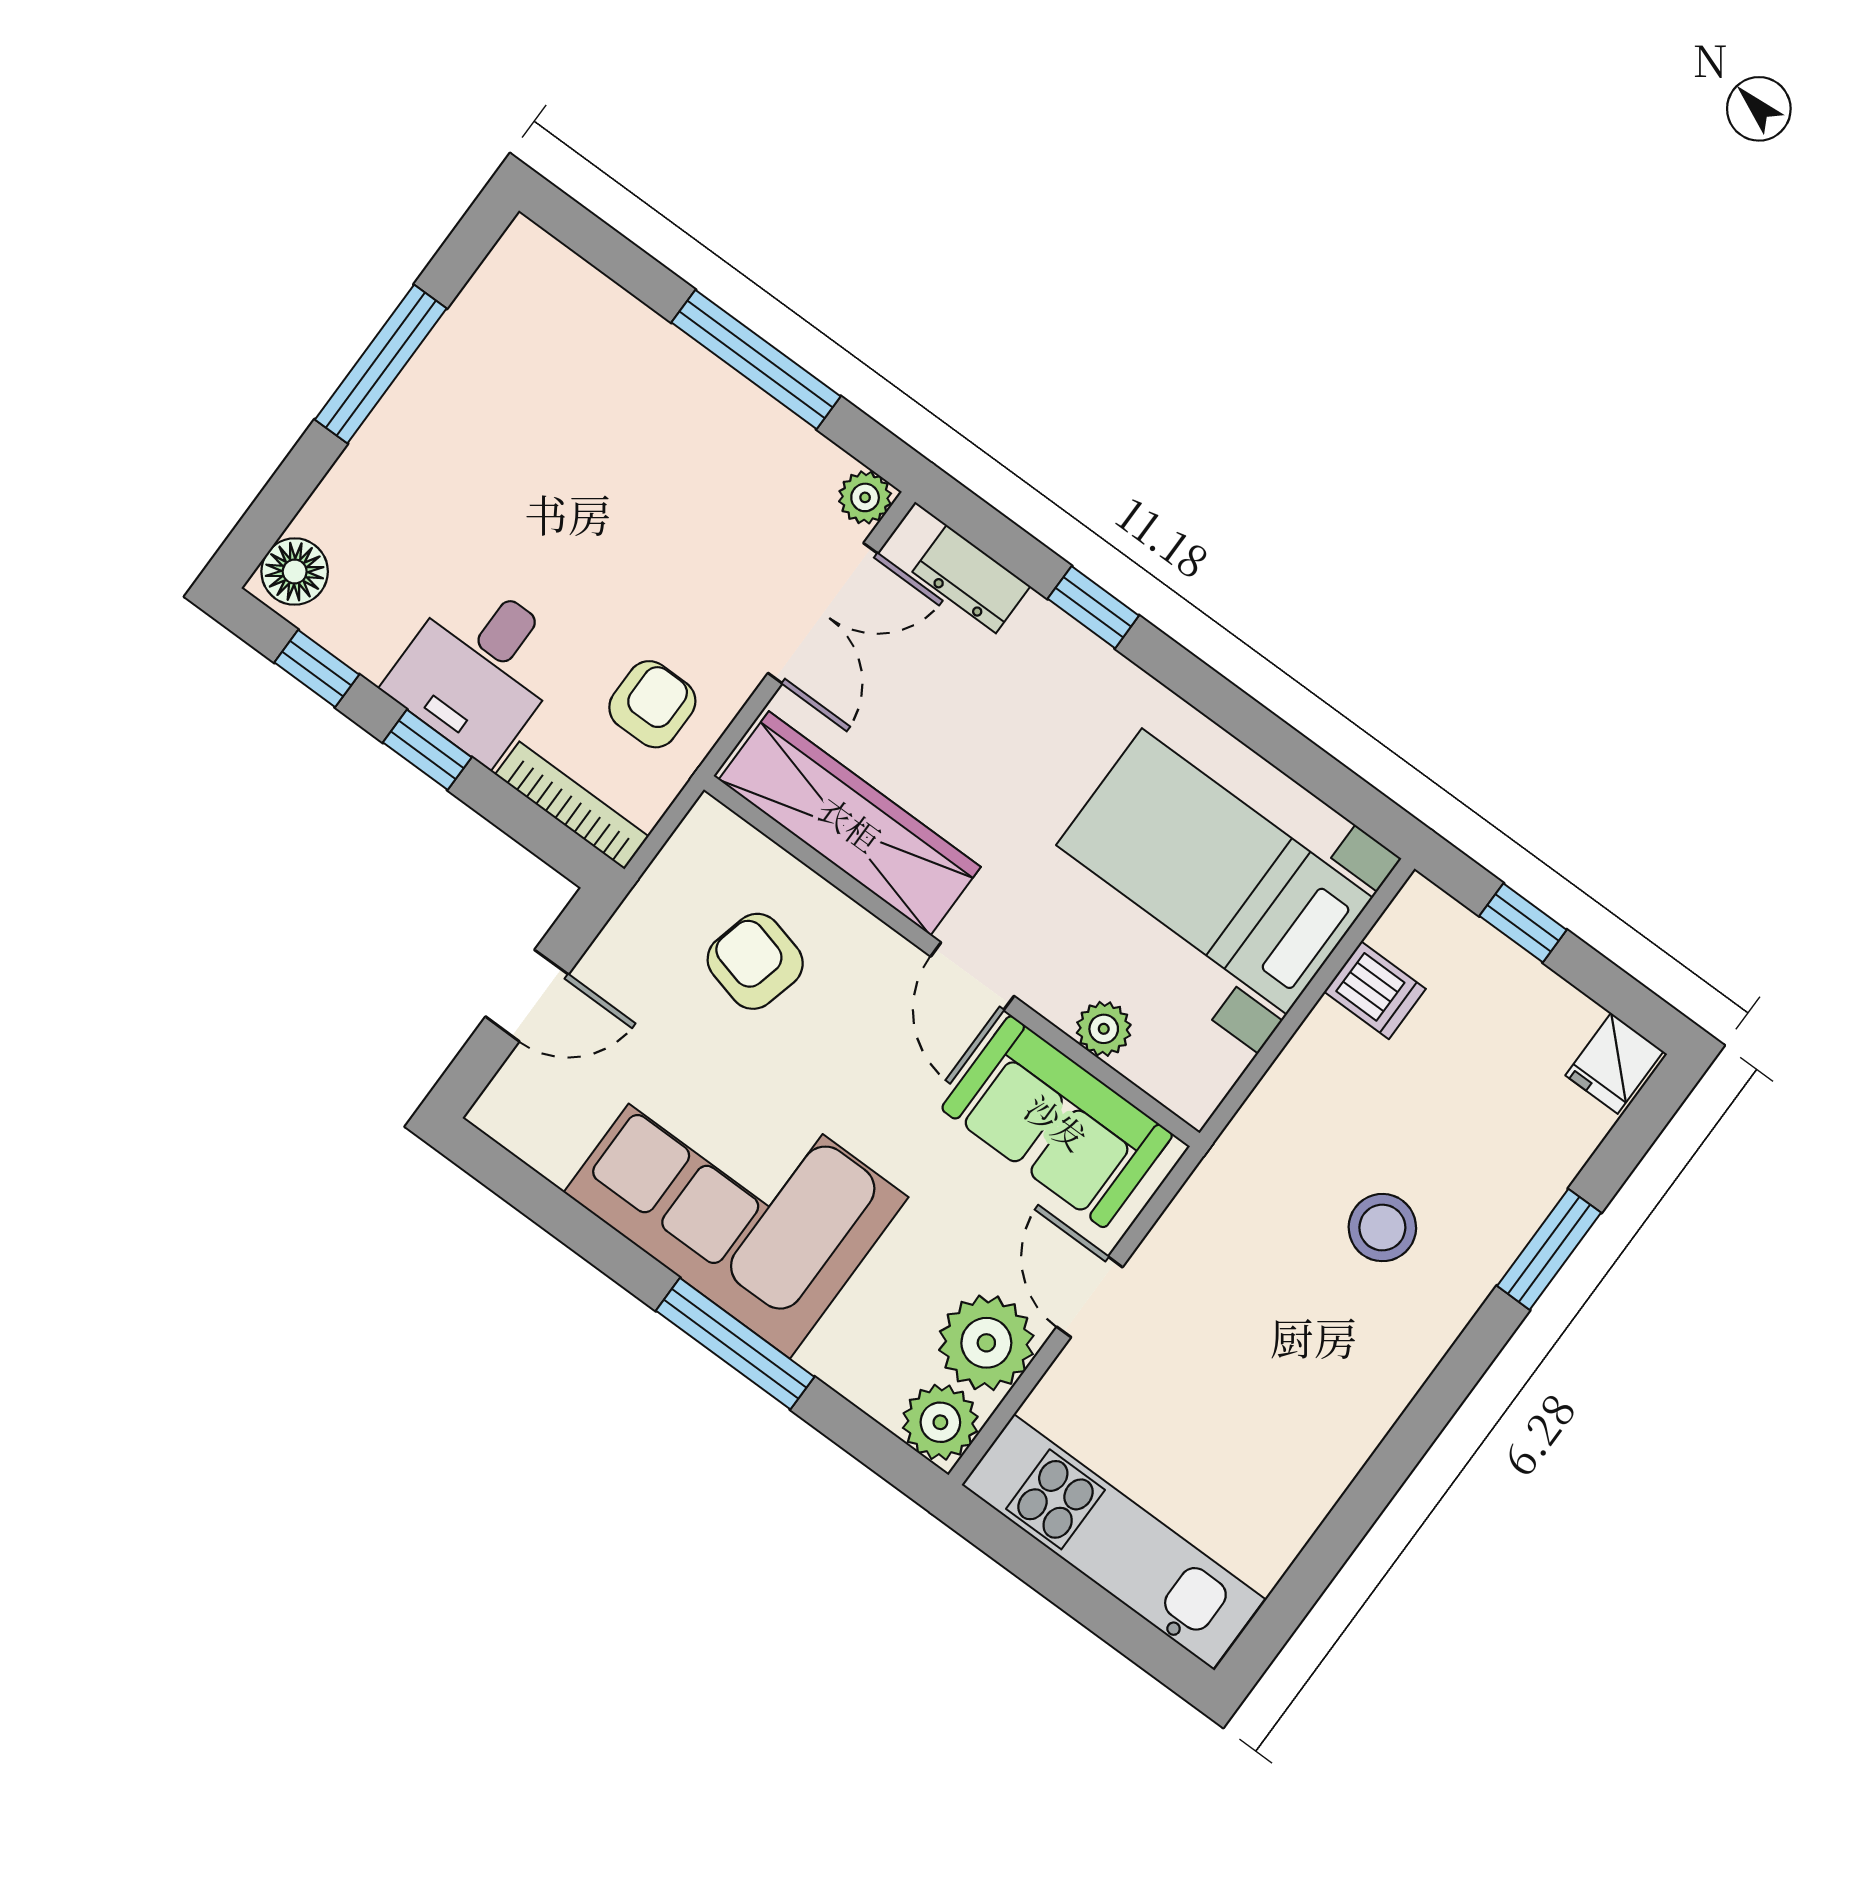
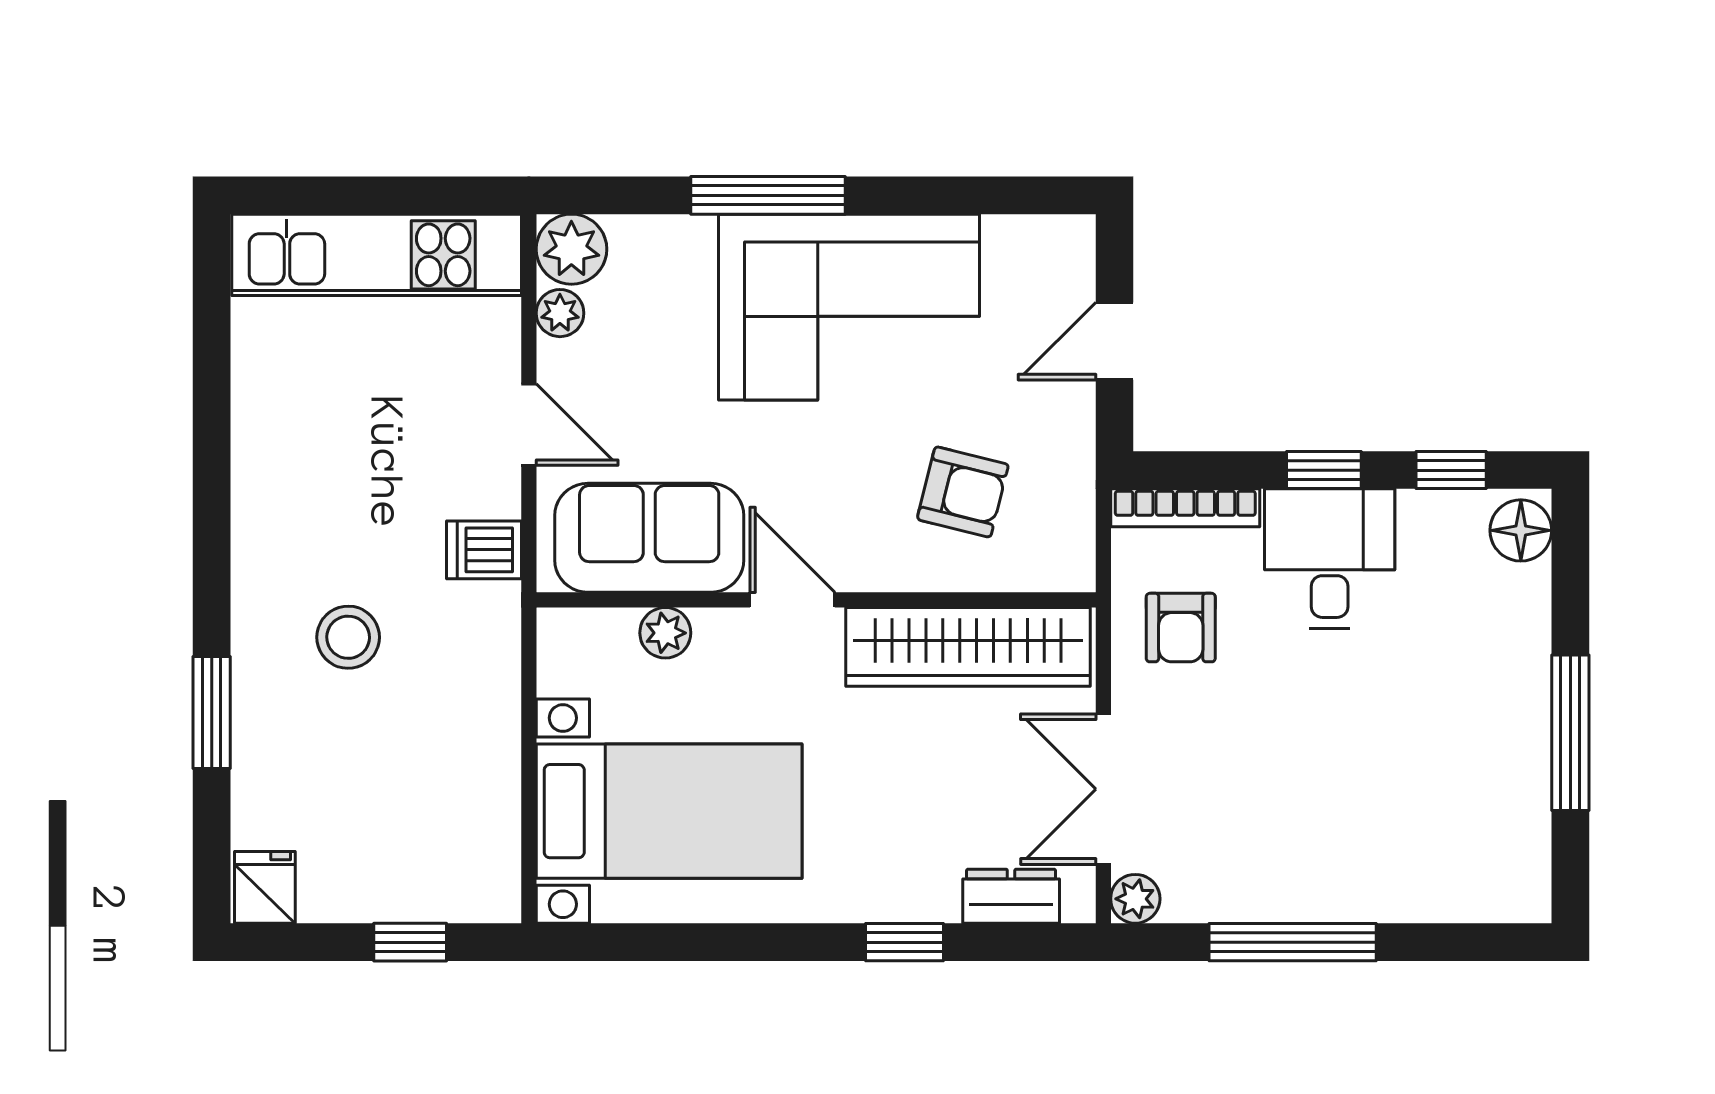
dishwasher: (1375, 990) -> (484, 550), moved
plant: (986, 1343) -> (560, 313), width x0.53, depth x0.53

